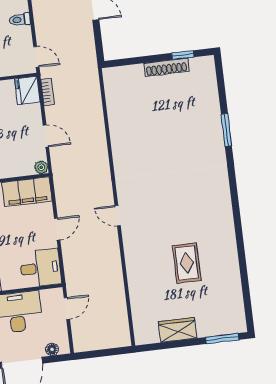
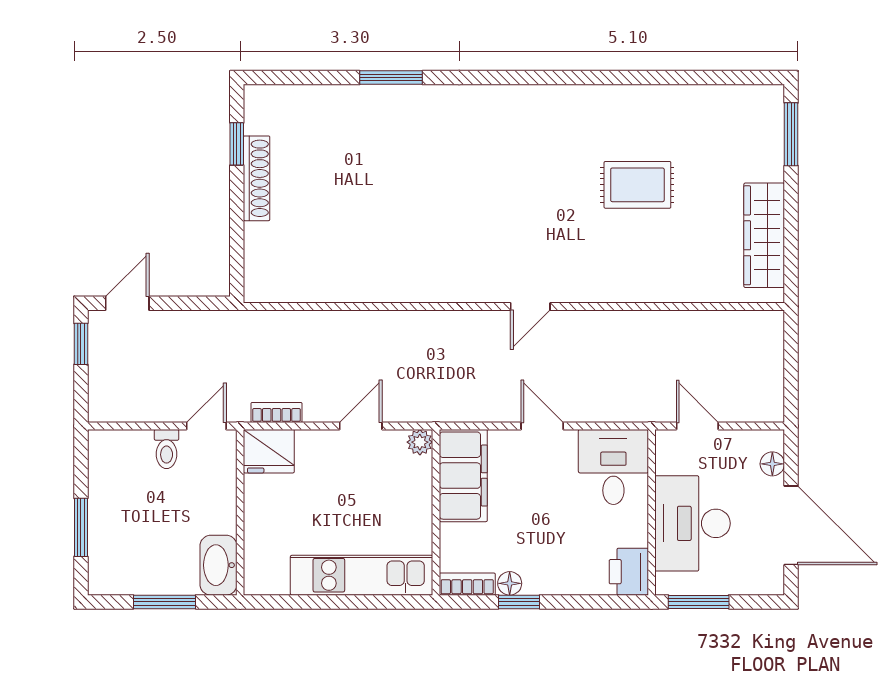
toilet: (20, 19) -> (167, 449), moved
wardrobe: (178, 330) -> (764, 235), width x1.50

